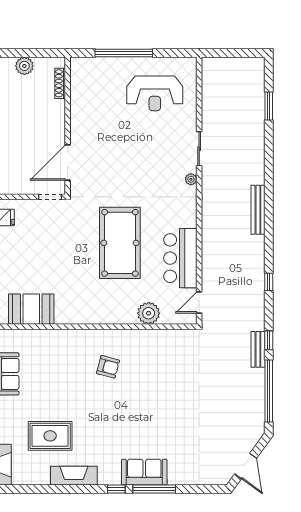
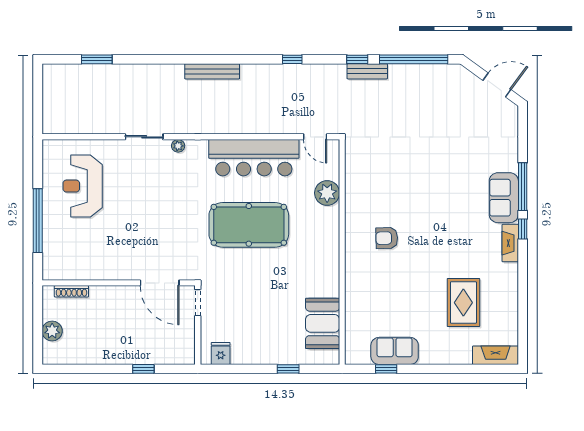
reception desk: (155, 93) -> (83, 186), turned 180
bar counter: (180, 258) -> (254, 158), width x1.36
armchair: (108, 367) -> (387, 238), turned -107
fireplace: (74, 476) -> (510, 243), moved, width x0.73, depth x0.76

